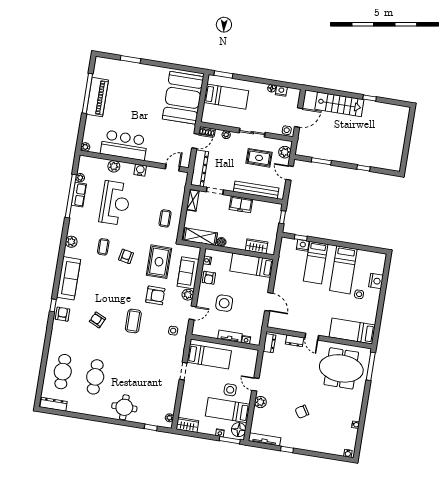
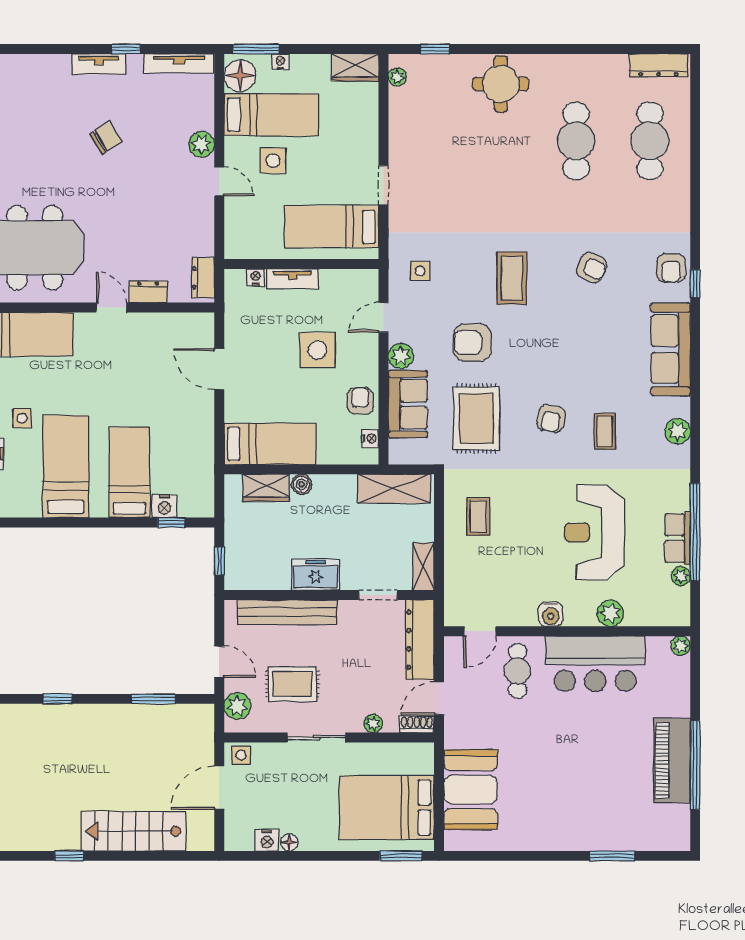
bed: (226, 97) -> (387, 808), width x1.50
booth: (183, 98) -> (471, 790), width x0.73, depth x0.70
cafe table: (159, 148) -> (518, 671), added
boiler: (221, 242) -> (302, 484), moved
tv unit: (300, 445) -> (99, 64), added

